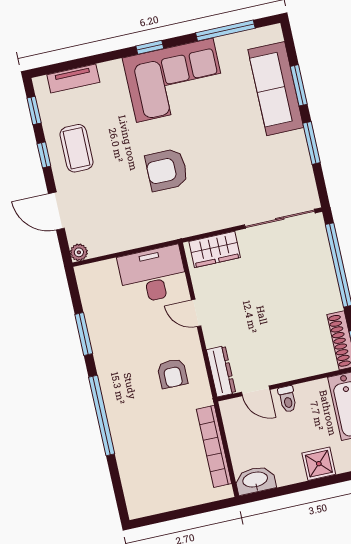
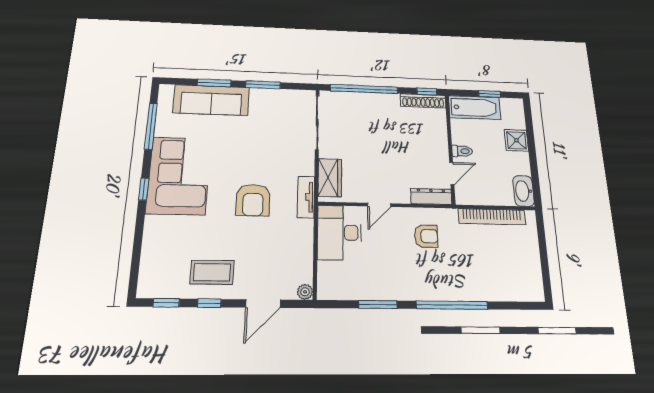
tv unit: (73, 78) -> (306, 197), moved, turned 180

